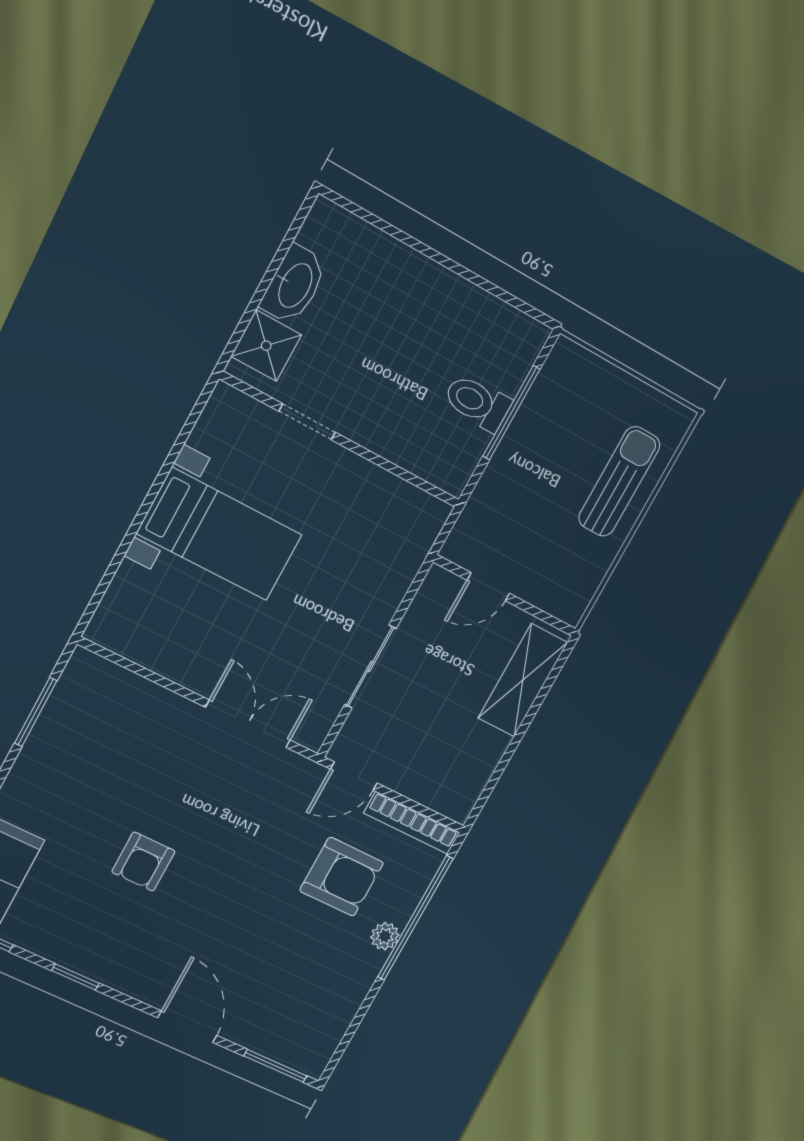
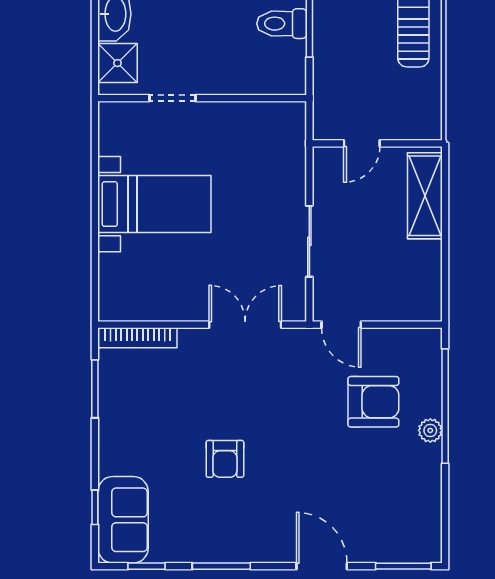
door: (354, 776) -> (341, 325), hinge flipped
bookcase: (412, 823) -> (137, 338), moved
window: (75, 977) -> (221, 566), width x1.50

